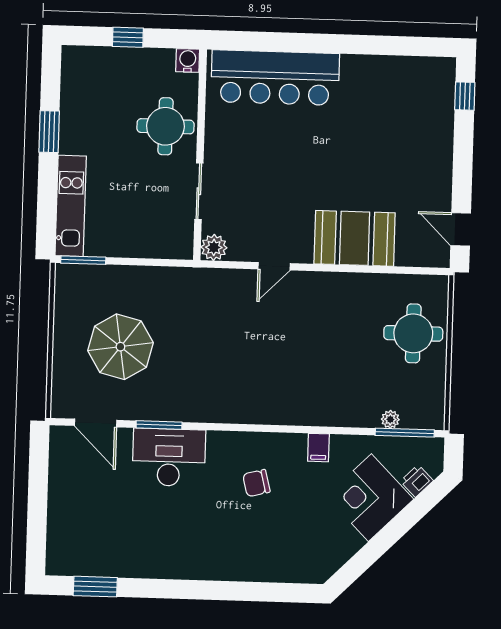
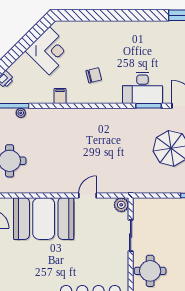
booth: (355, 238) -> (44, 219), width x1.36, depth x1.42
corner desk: (370, 498) -> (49, 51), moved

